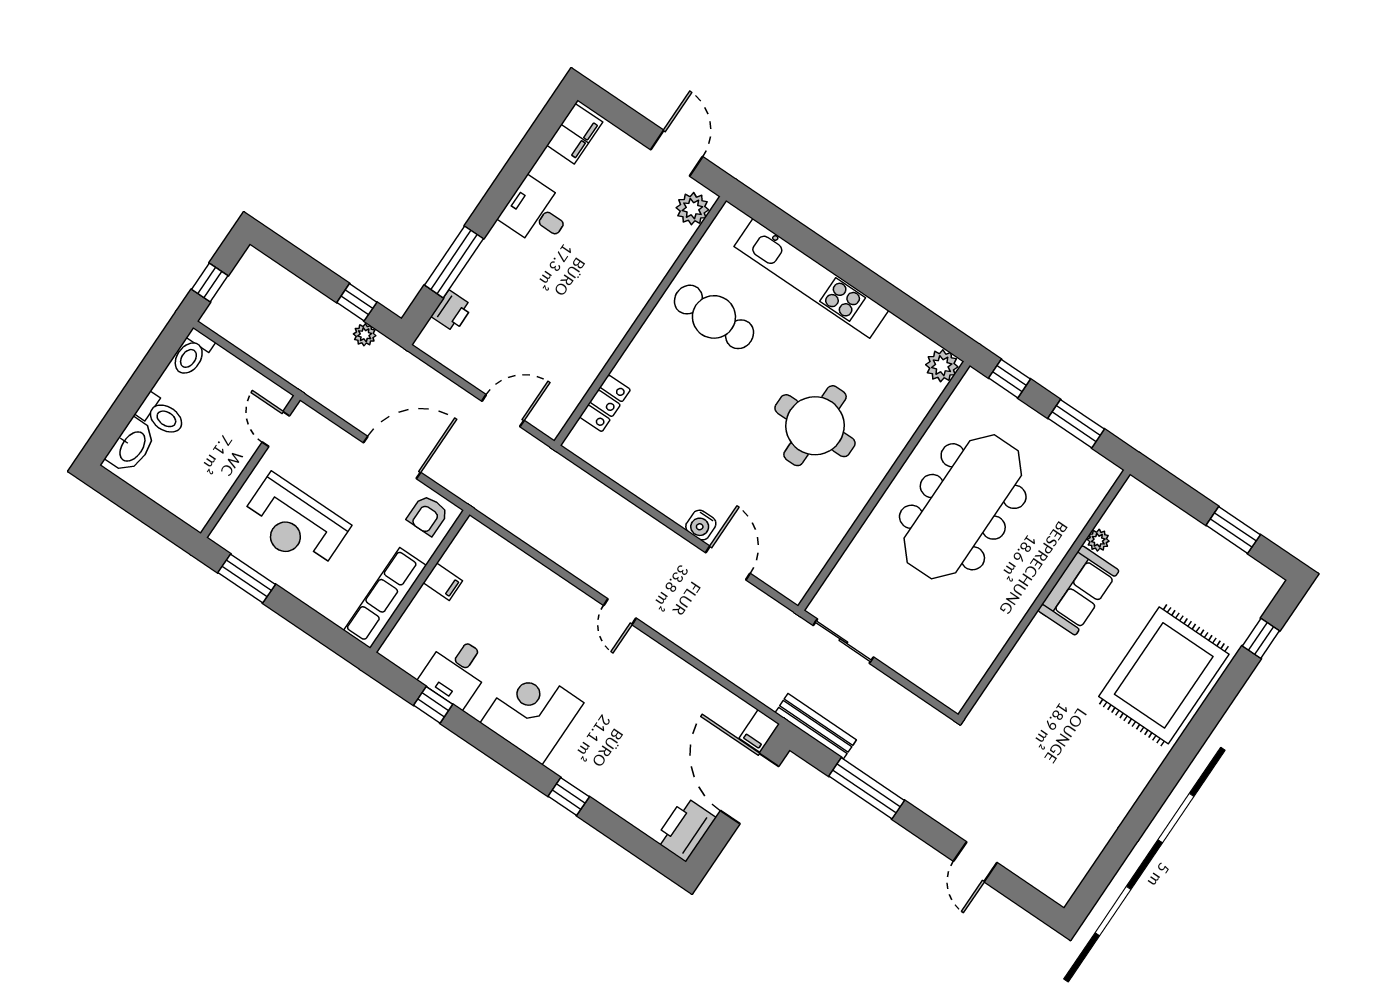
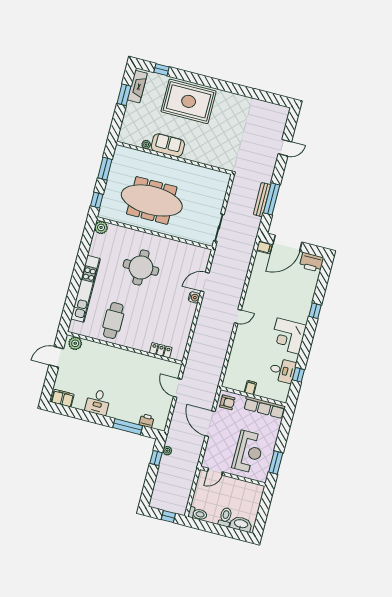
fireplace: (1241, 568) -> (137, 87), added
bench: (816, 726) -> (262, 200), moved

